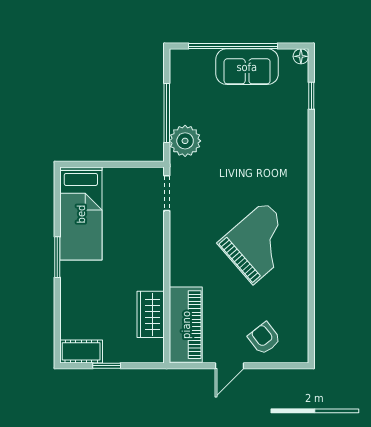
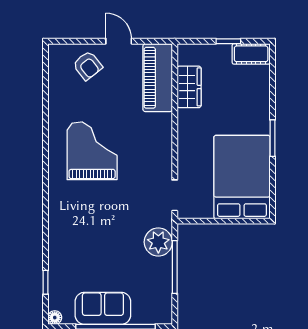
bed: (81, 214) -> (242, 177), width x1.50
grand piano: (259, 243) -> (92, 151), turned 131
door: (229, 366) -> (119, 41), hinge flipped

